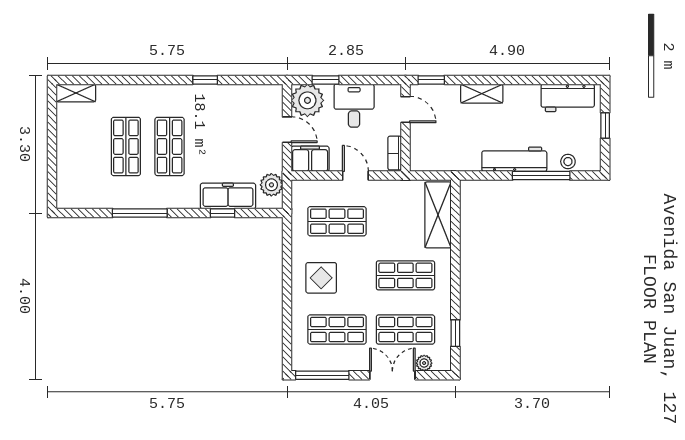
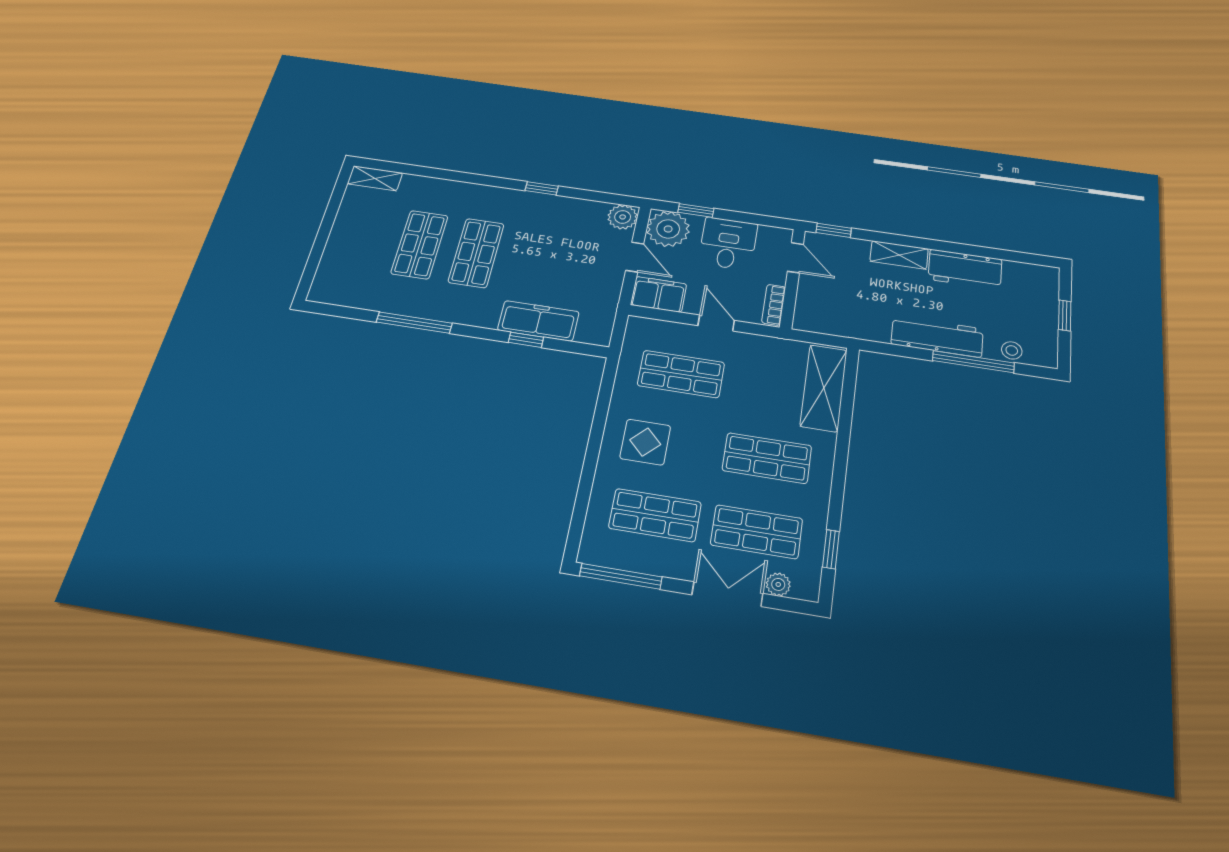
workbench: (568, 98) -> (965, 269), moved
plant: (271, 185) -> (623, 217), moved

